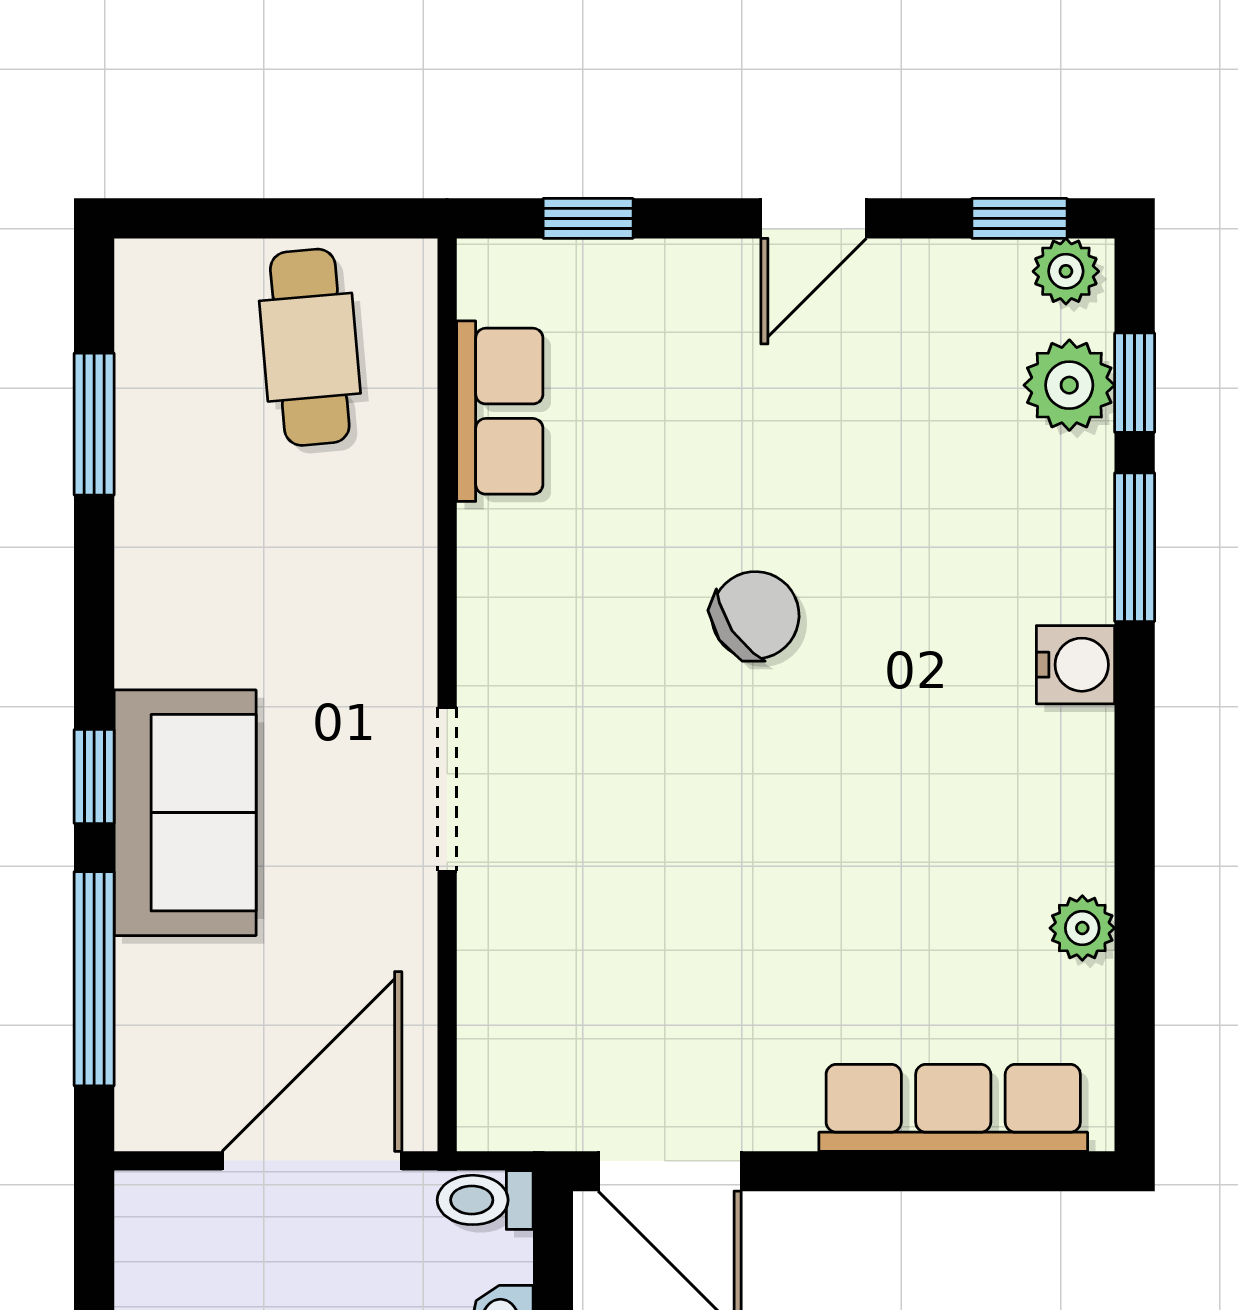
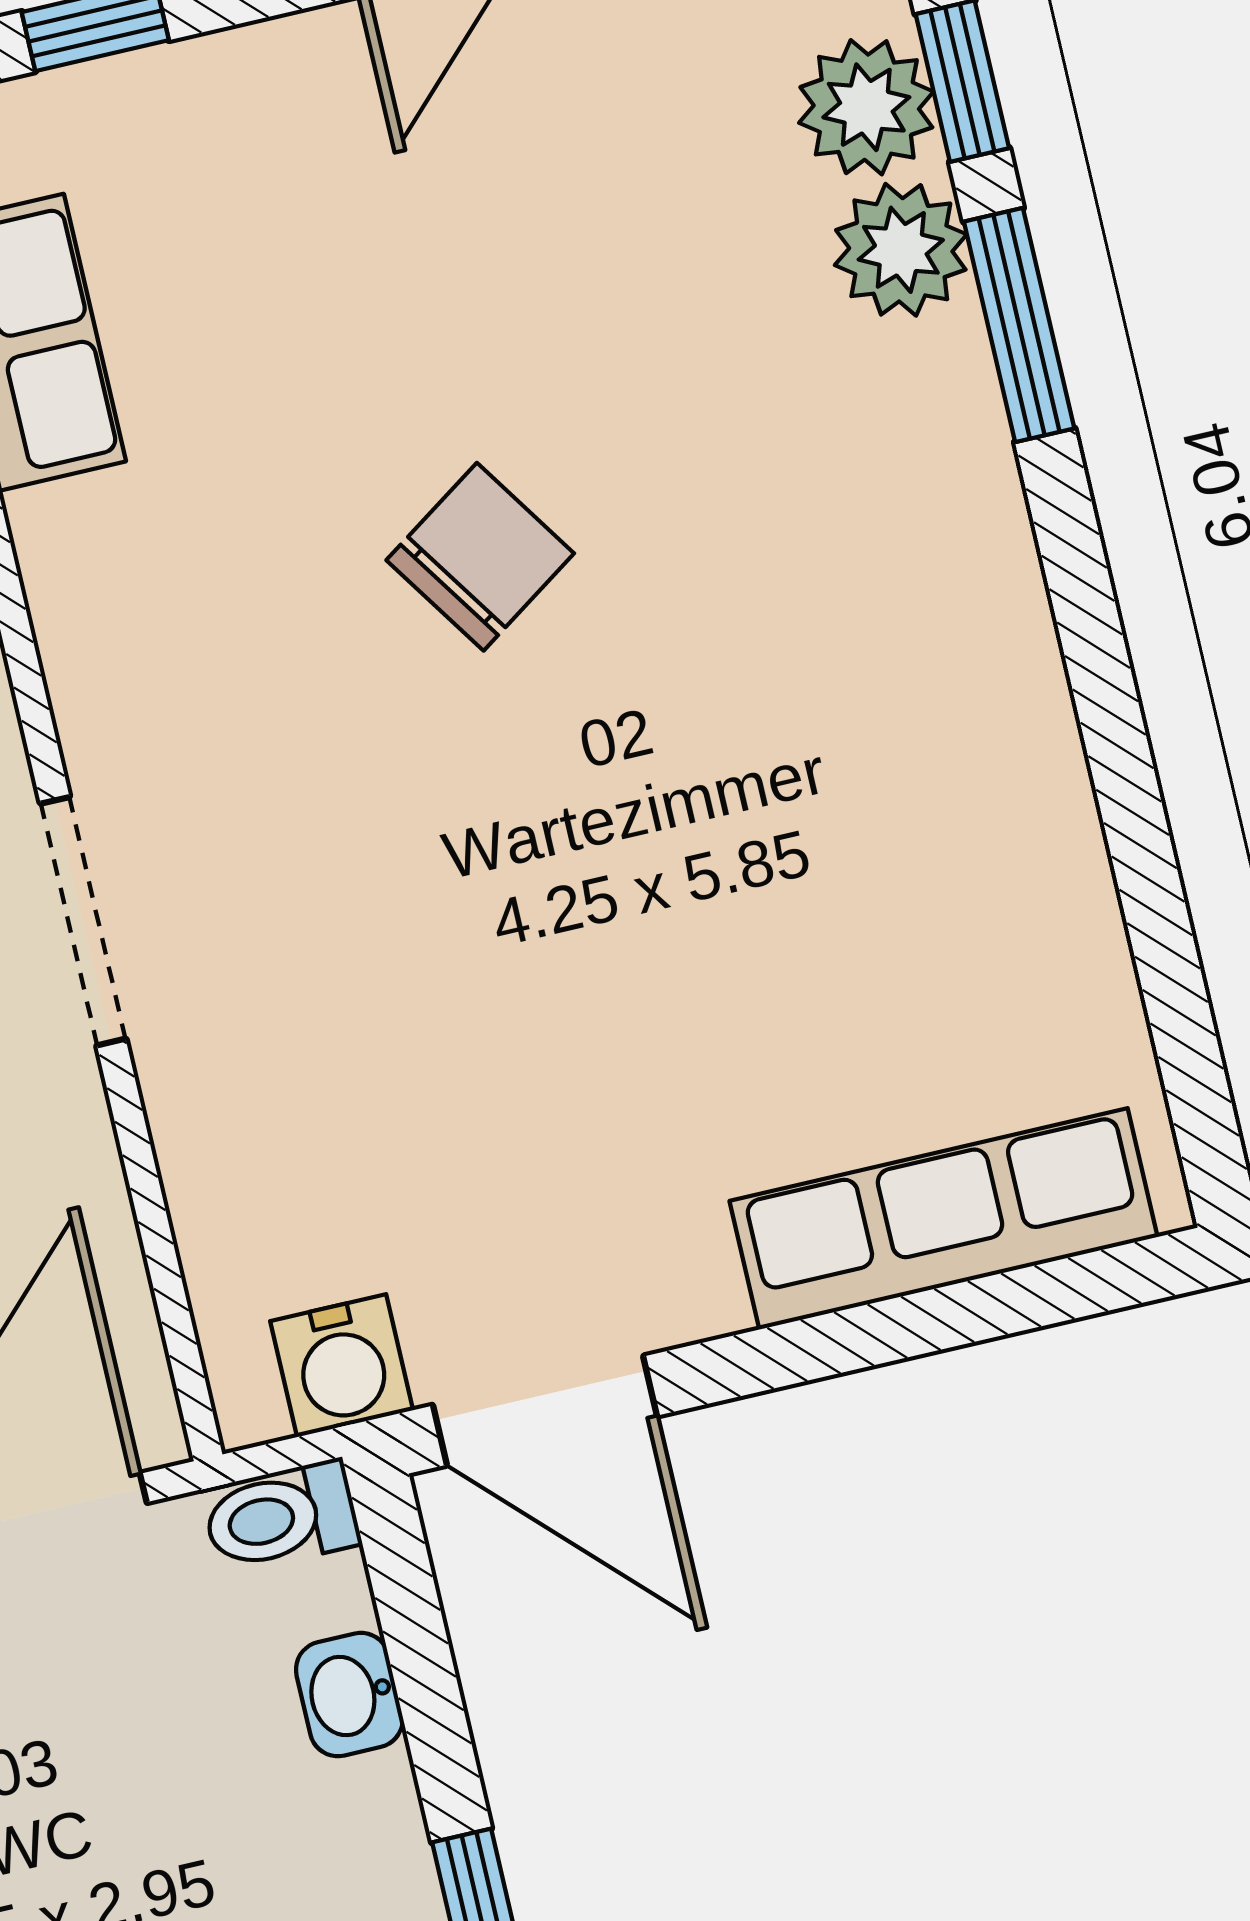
water cooler: (1076, 665) -> (342, 1366), moved, turned 90
plant: (1082, 928) -> (901, 250), moved, width x1.38, depth x1.38

